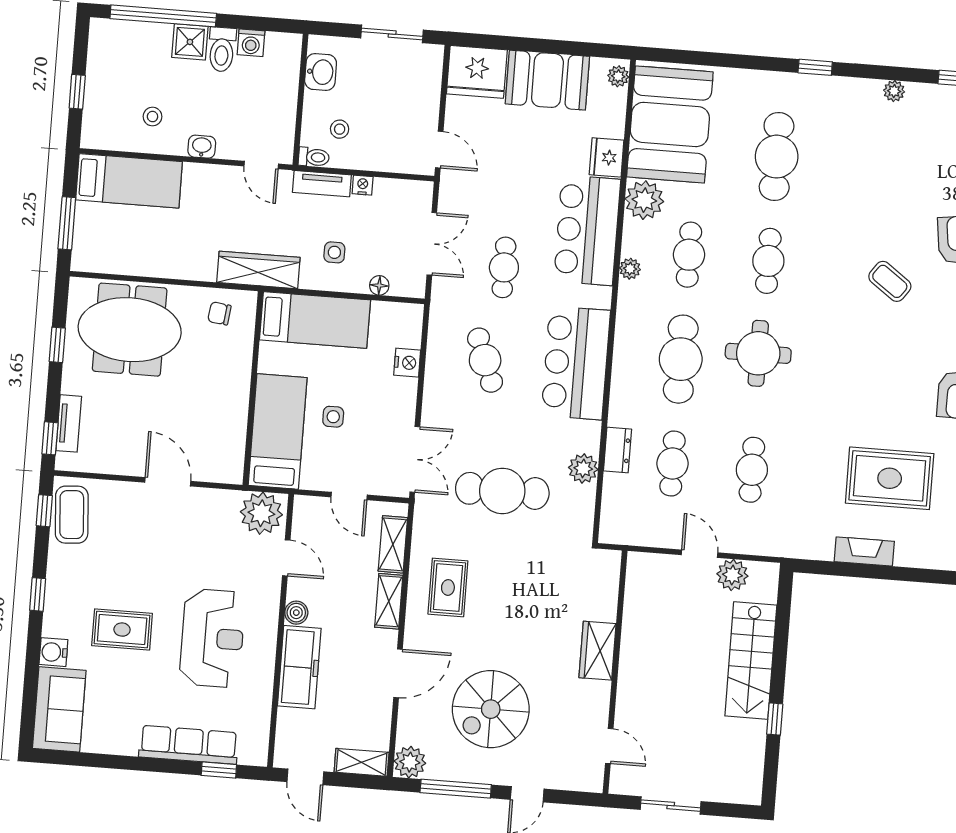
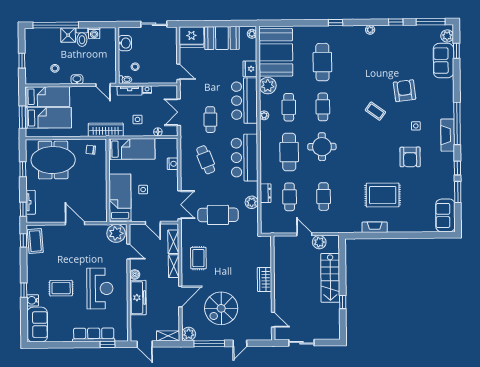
bed: (127, 230) -> (48, 118), added
double door: (432, 244) -> (179, 112), swing flipped
window: (38, 594) -> (24, 290), moved

